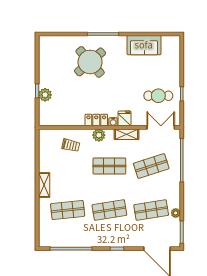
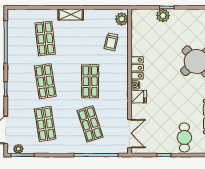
cafe table: (158, 96) -> (184, 137), moved
shelving: (127, 134) -> (123, 99), removed
plant: (99, 135) -> (122, 19), moved
plant: (176, 213) -> (18, 149), moved

